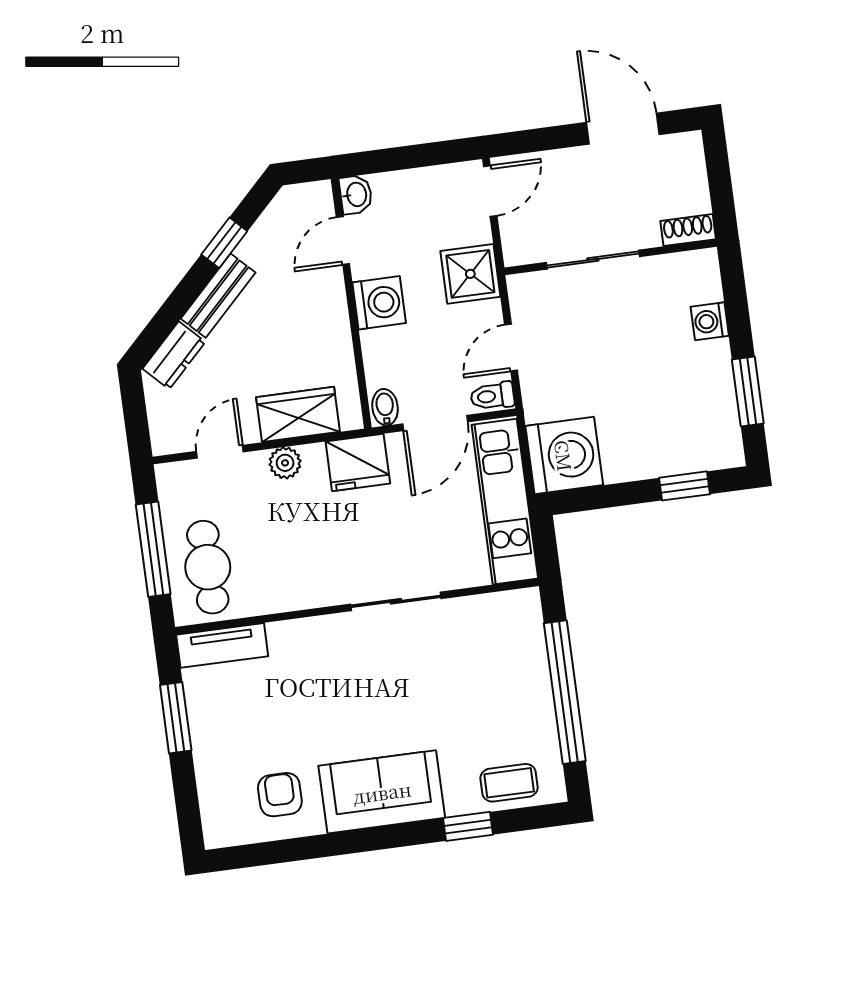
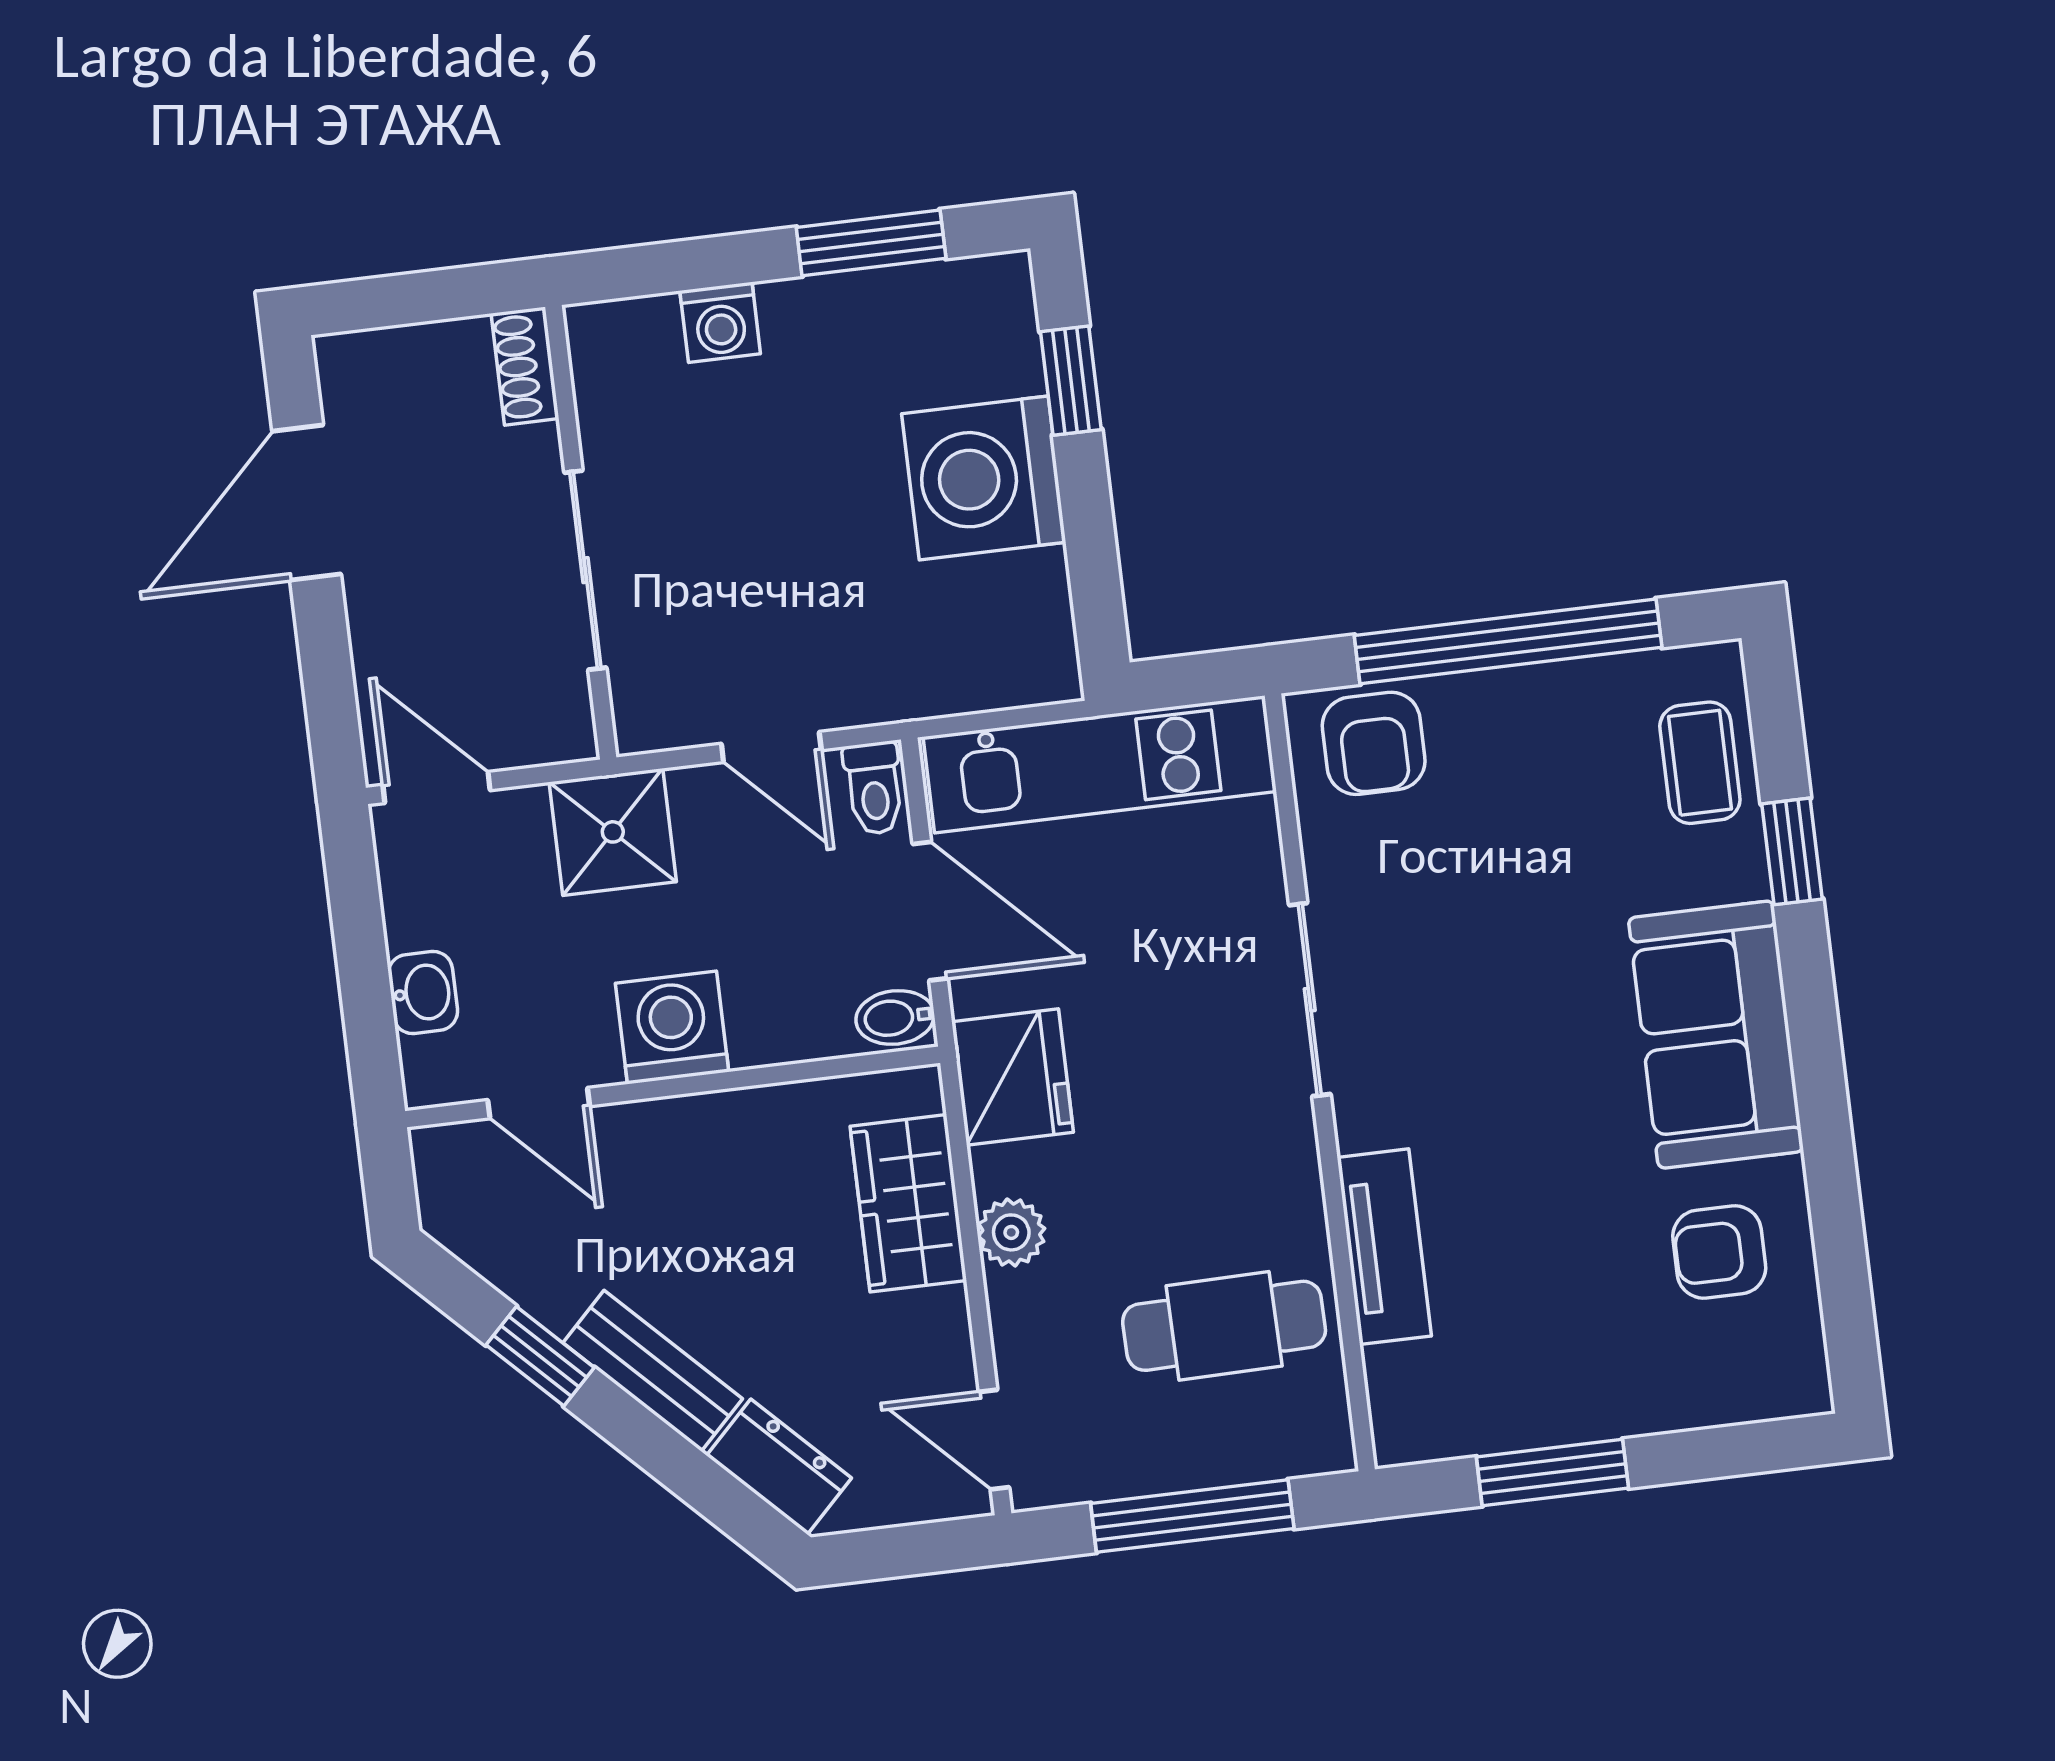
washbasin: (356, 195) -> (423, 993), moved, turned 90
door: (220, 452) -> (994, 1440), moved
washing machine: (564, 456) -> (984, 478), moved, turned -90
cafe table: (208, 567) -> (1224, 1326), moved
armchair: (516, 630) -> (1374, 743), added
tv unit: (222, 645) -> (1384, 1247), moved

